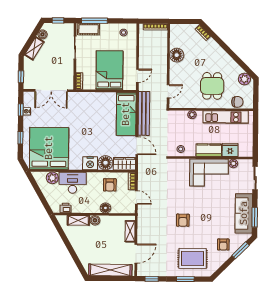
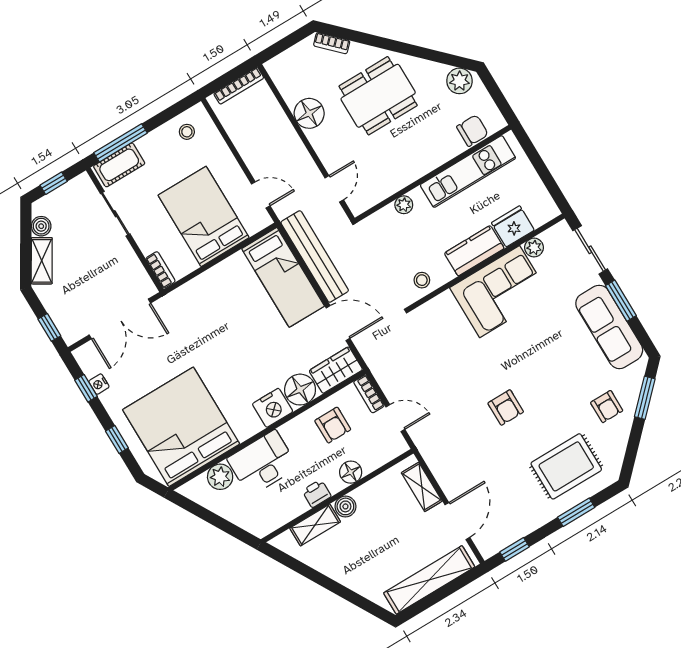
door: (137, 76) -> (261, 195), hinge flipped
dining table: (212, 86) -> (378, 96), moved, width x1.38
printer: (66, 208) -> (317, 493), moved
window: (255, 217) -> (621, 301), moved

